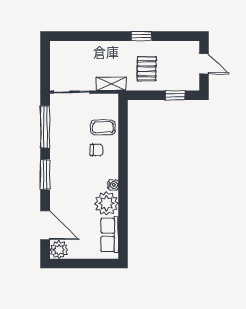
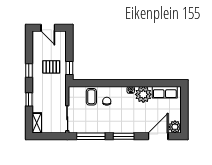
window: (99, 36) -> (29, 99), added
door: (204, 64) -> (48, 28), swing flipped
shelving: (111, 84) -> (37, 123), moved
window: (175, 95) -> (69, 68), moved

